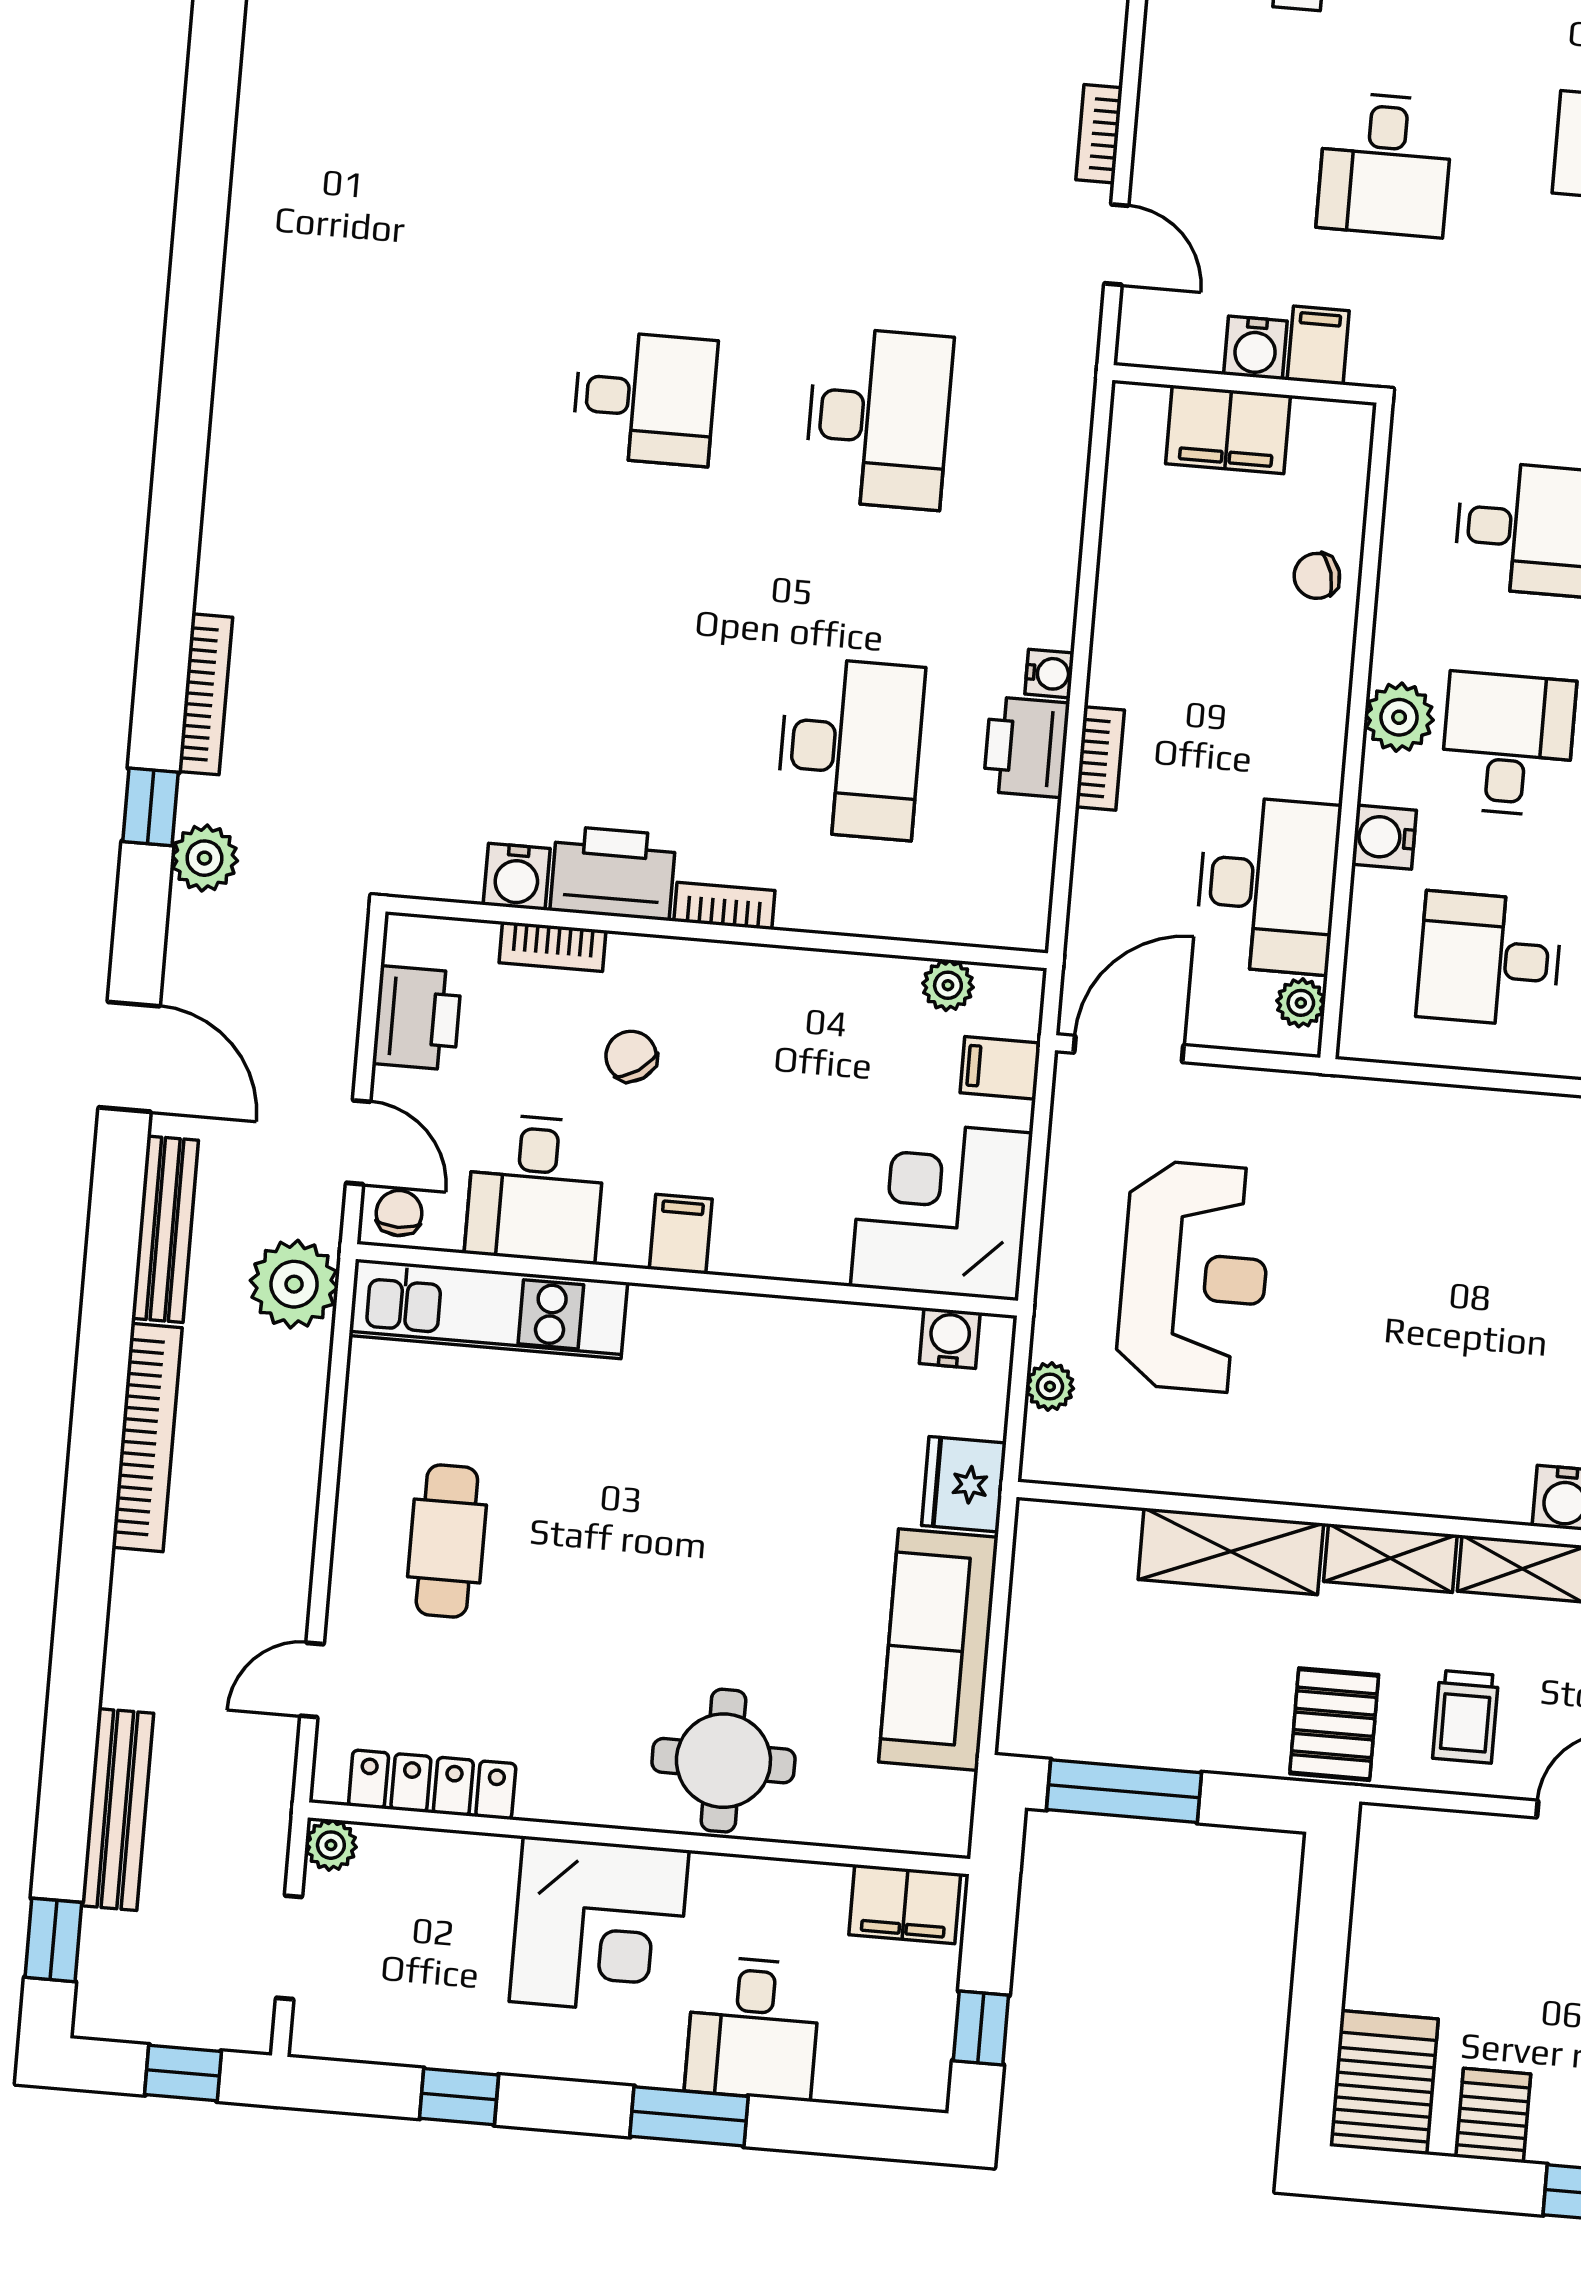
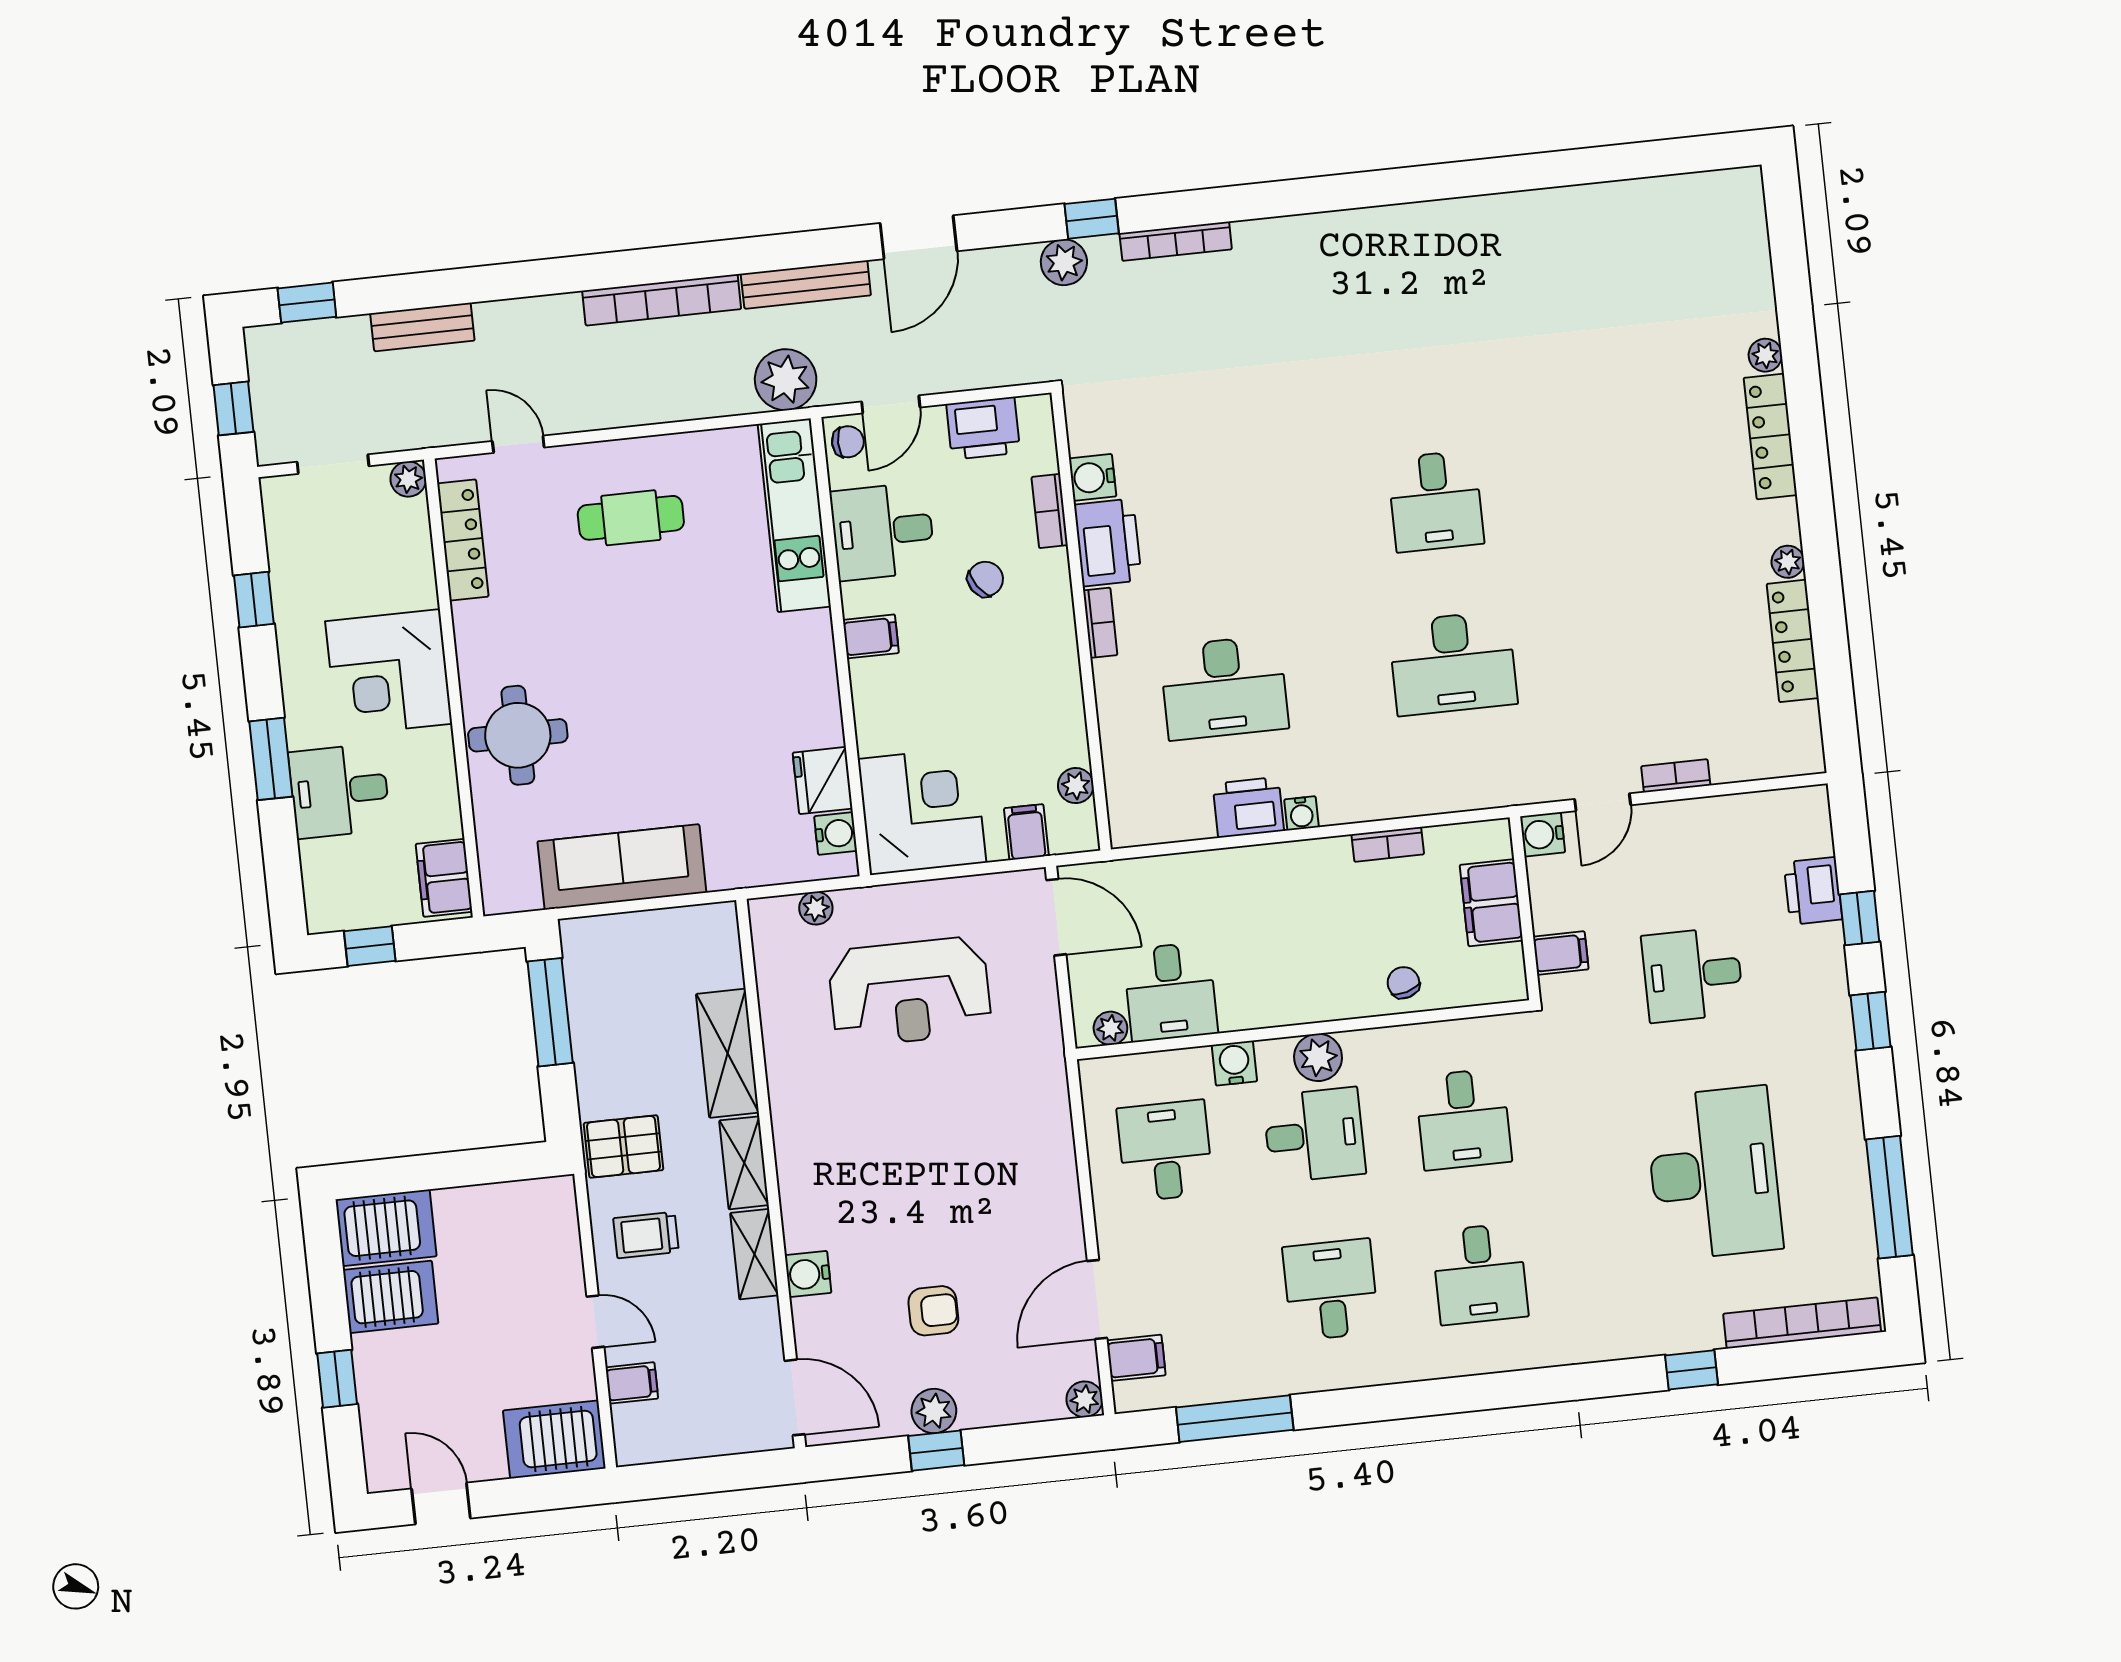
water cooler: (1255, 348) -> (1543, 834), moved
bookcase: (1100, 758) -> (1388, 844), moved
desk: (1268, 885) -> (1170, 992), width x0.73
fridge: (964, 1484) -> (823, 781), moved, turned -90
bench: (117, 1810) -> (422, 327), width x0.73
server rack: (1493, 2115) -> (391, 1297), width x1.36, depth x1.44

